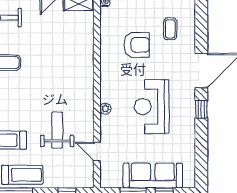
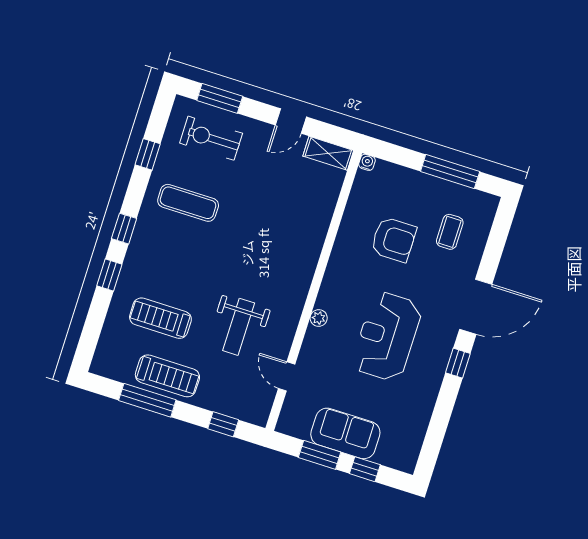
weight bench: (57, 130) -> (239, 327), turned 180
sofa: (153, 176) -> (345, 433), width x0.73

